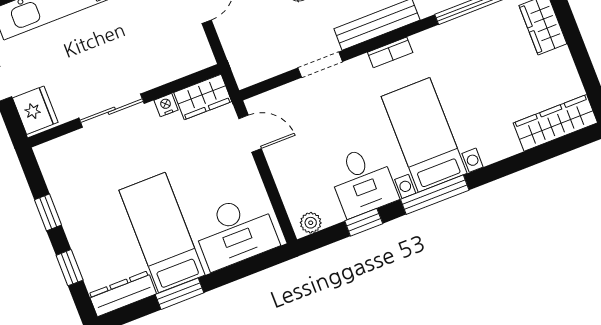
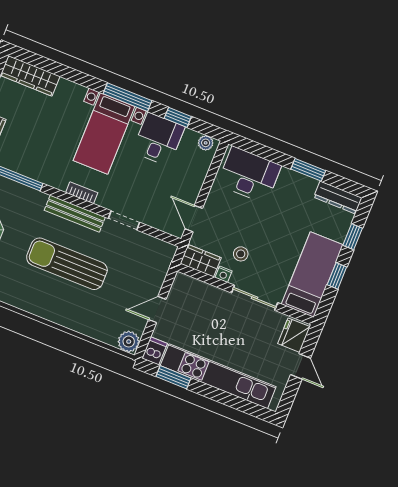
stool: (168, 142) -> (241, 254), added
bed: (162, 233) -> (312, 275), moved, turned 180

